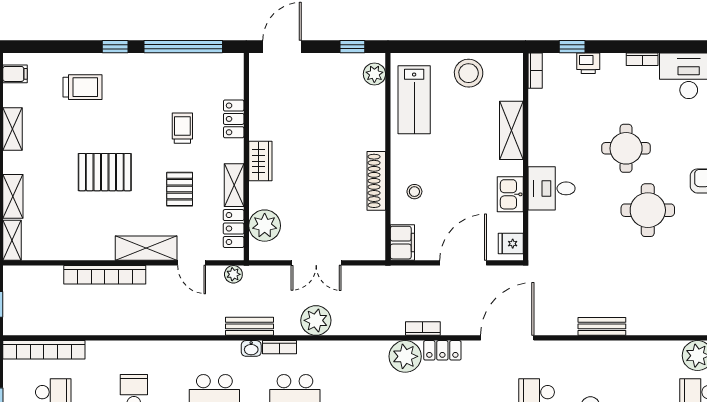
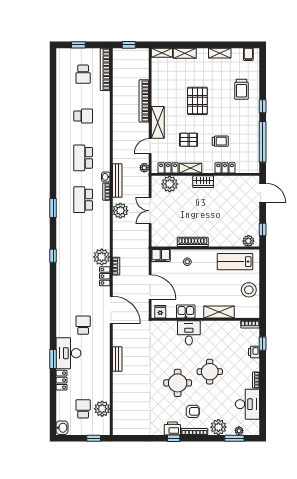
bench: (250, 326) -> (117, 181), width x1.36

